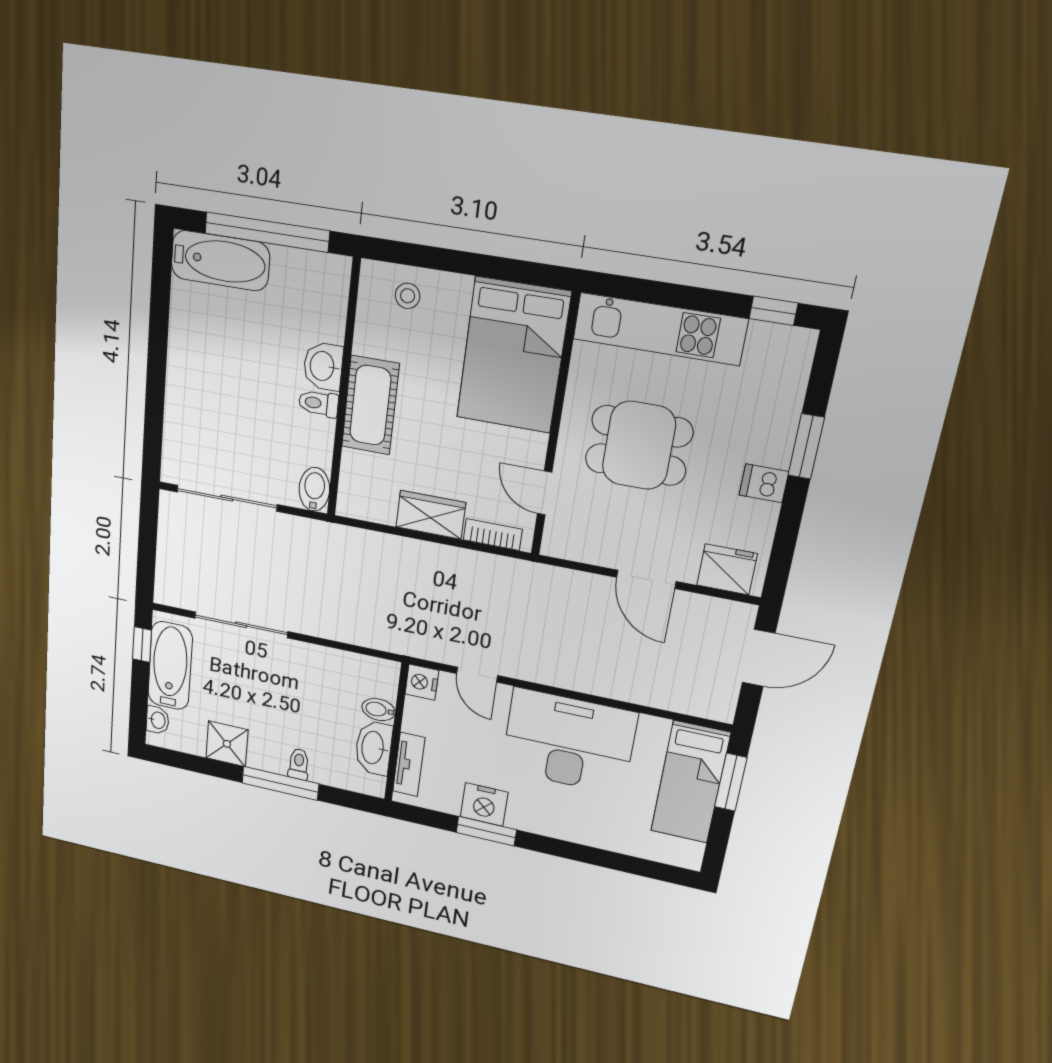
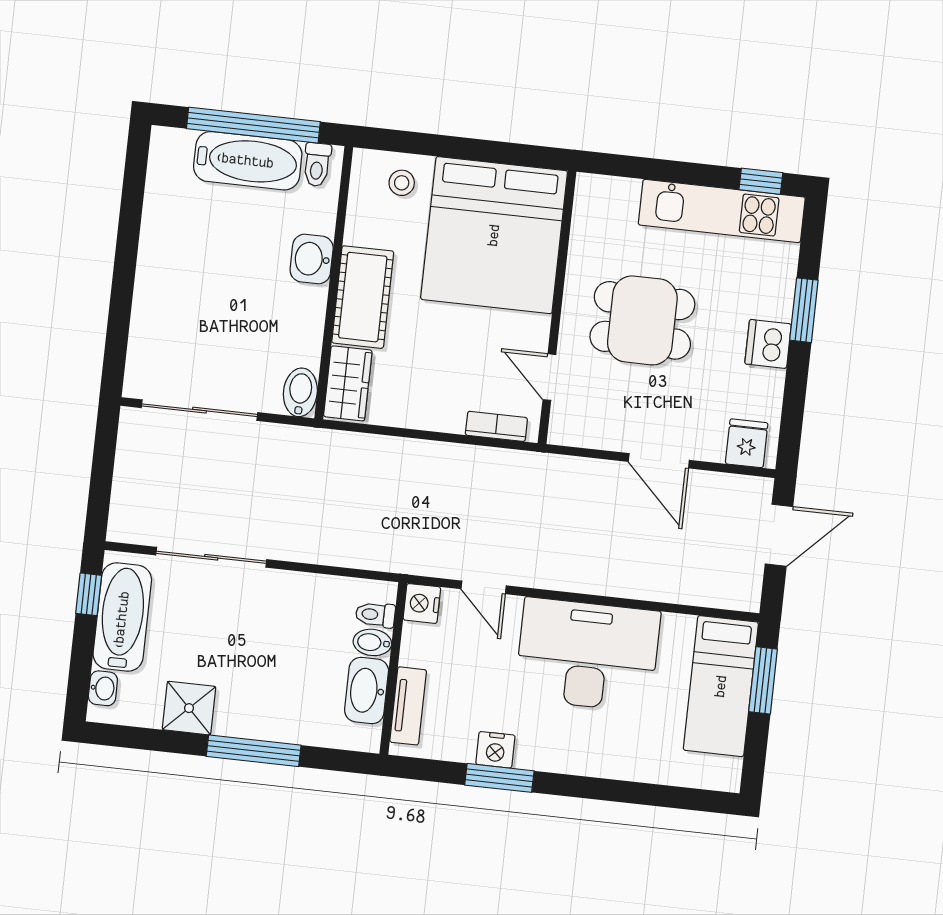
bathtub: (220, 261) -> (248, 161), moved
kitchen unit: (660, 329) -> (722, 211), moved
bed: (513, 355) -> (494, 235), width x1.36
toilet: (319, 403) -> (317, 165), moved, turned -90
dishwasher: (764, 483) -> (768, 344), width x1.38
wardrobe: (431, 515) -> (348, 383), moved, turned 90
fridge: (727, 569) -> (747, 443), width x0.72
toilet: (299, 764) -> (375, 615), moved, turned -90
nightstand: (484, 804) -> (495, 750), width x0.74, depth x0.75

